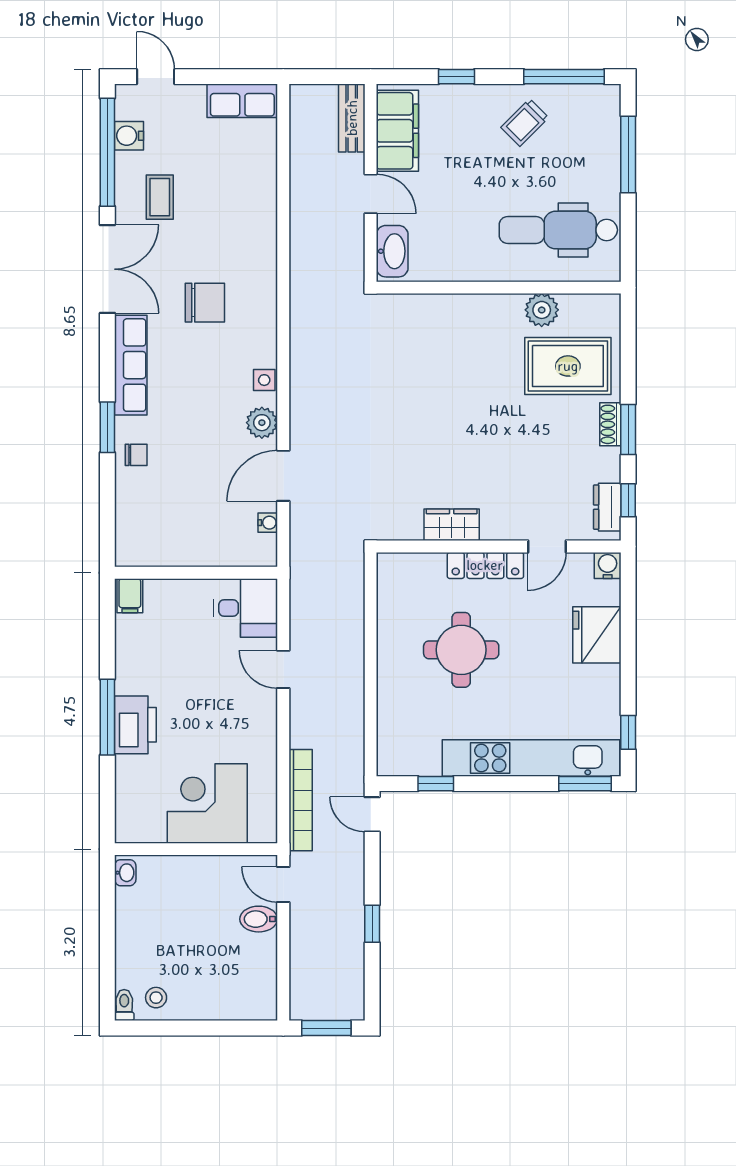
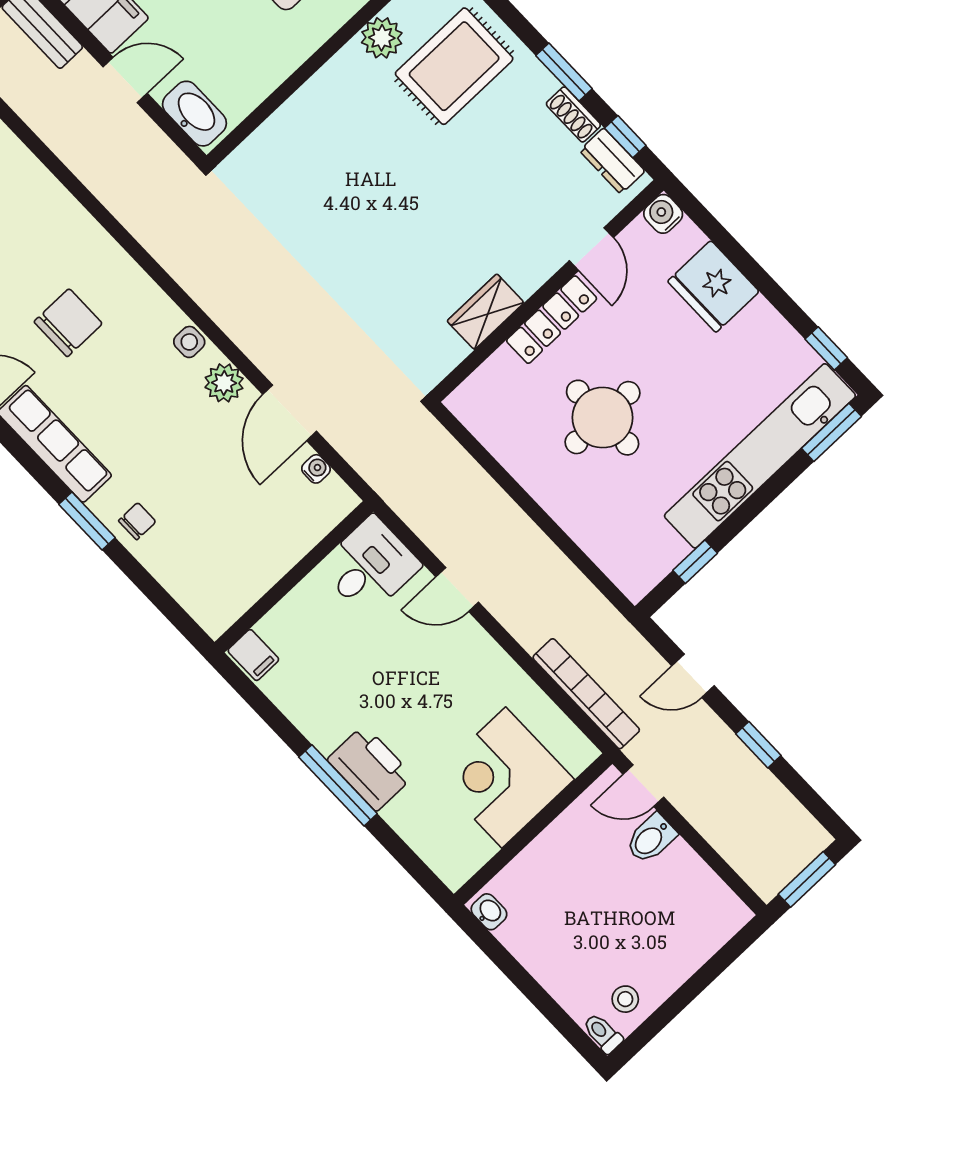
shoe rack: (610, 424) -> (573, 114), moved
door: (372, 814) -> (693, 676), moved

